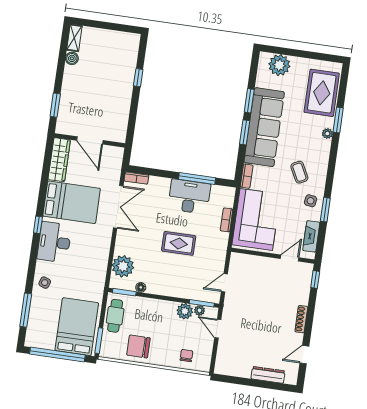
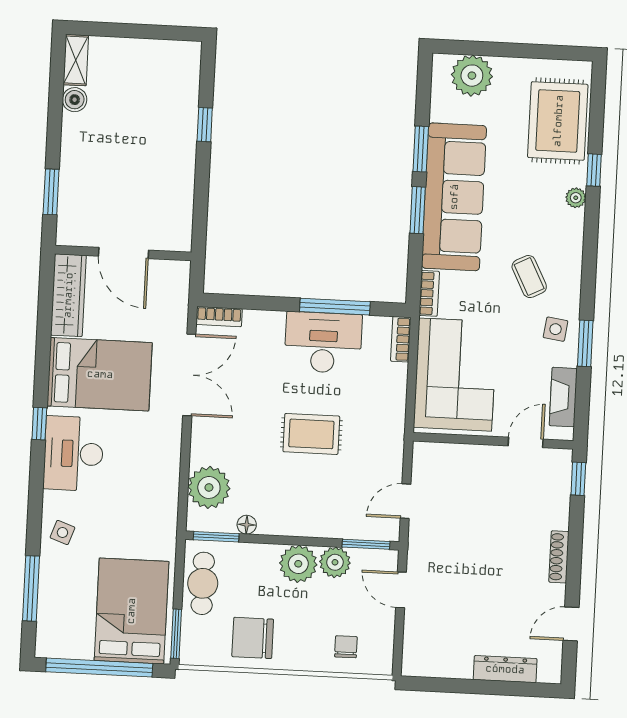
window: (338, 120) -> (594, 170), width x0.67
bookcase: (227, 220) -> (401, 339), moved
plant: (200, 310) -> (298, 564), moved, width x1.87, depth x1.87

